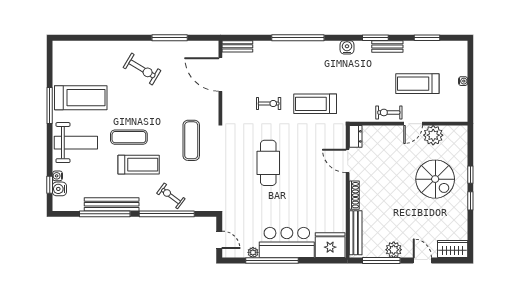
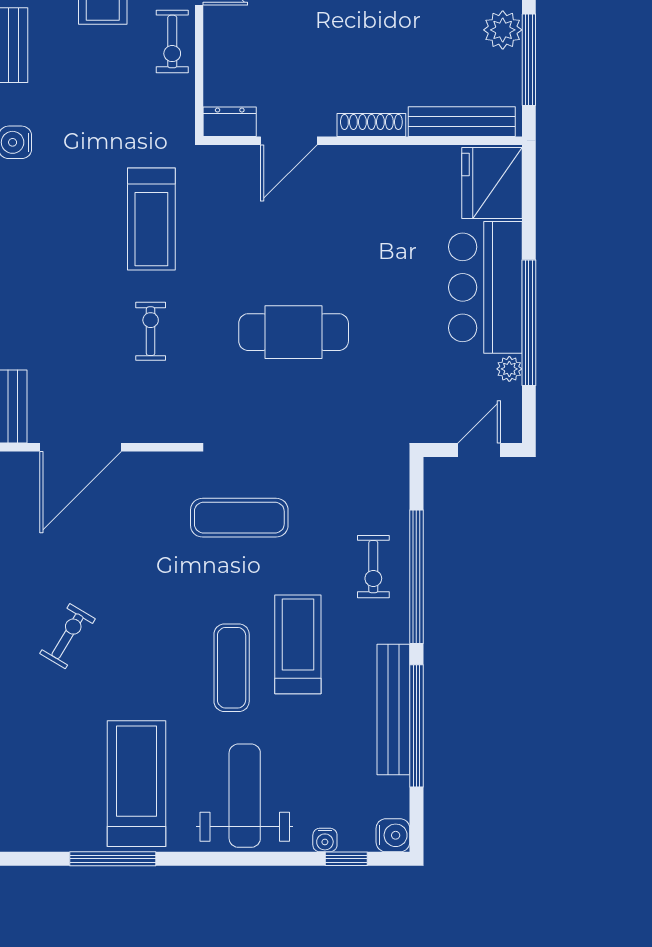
exercise bike: (142, 69) -> (67, 636), width x0.73, depth x0.72
window: (50, 105) -> (113, 859), moved
water cooler: (59, 189) -> (393, 835), moved, turned -90
exercise bike: (171, 196) -> (373, 567), turned -37

